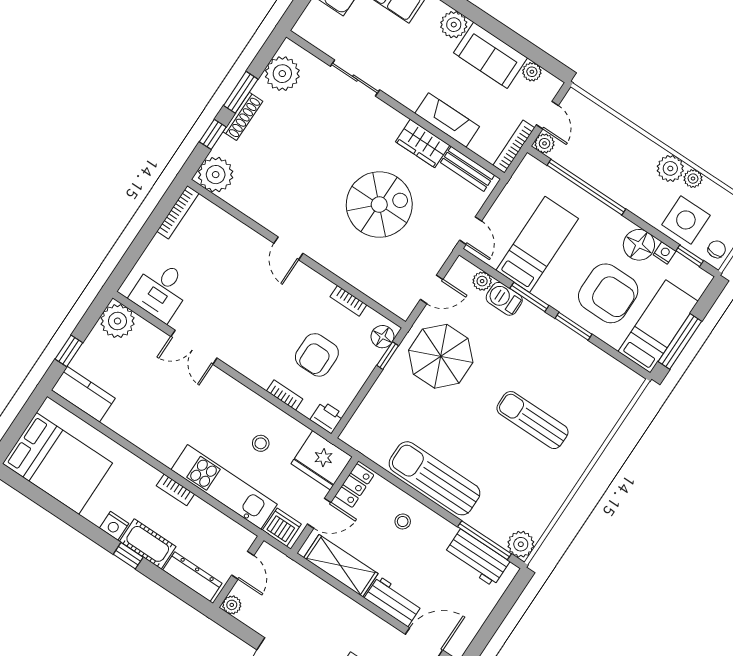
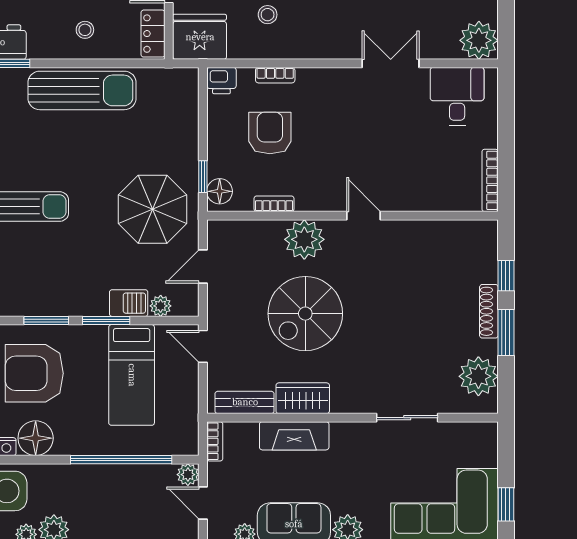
bookcase: (514, 147) -> (215, 441), width x0.64
plant: (216, 175) -> (304, 239), moved

